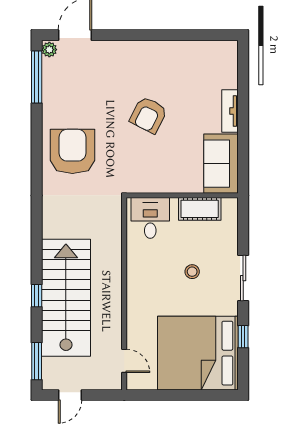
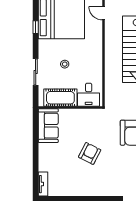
tv unit: (230, 111) -> (43, 184), moved
cot: (200, 209) -> (60, 98), width x1.37, depth x1.34
sliding door: (243, 278) -> (36, 72), moved

